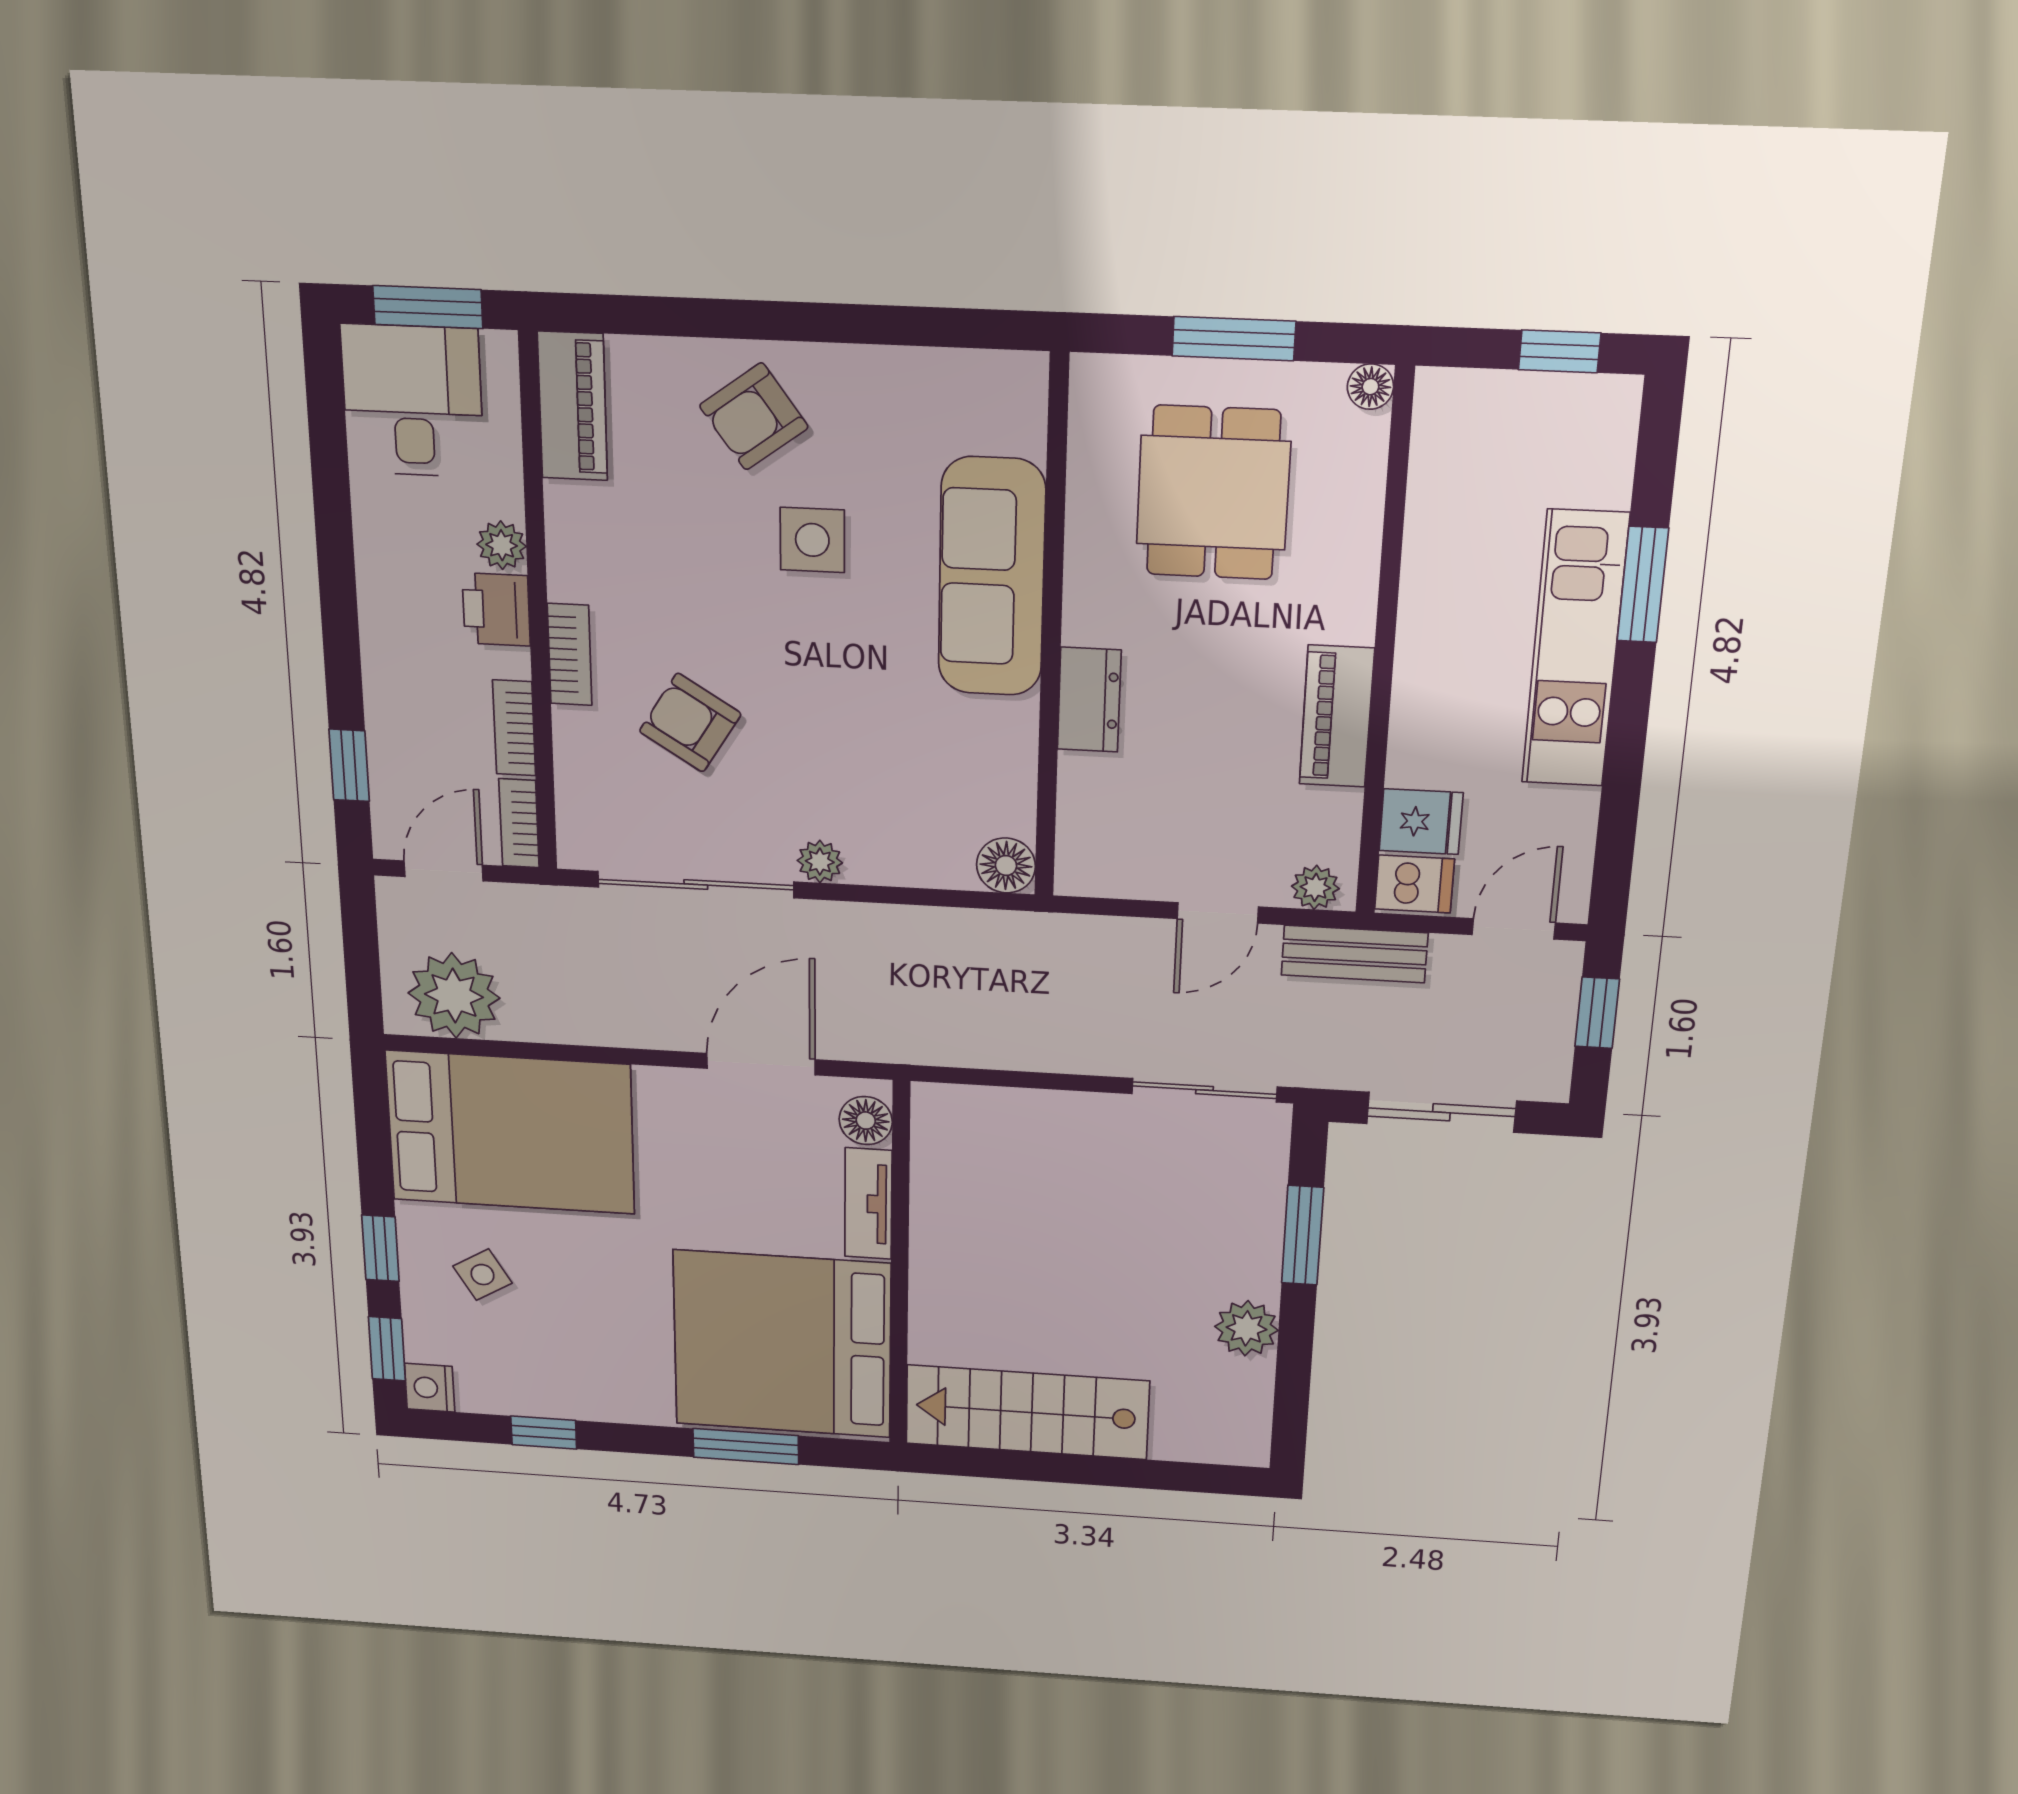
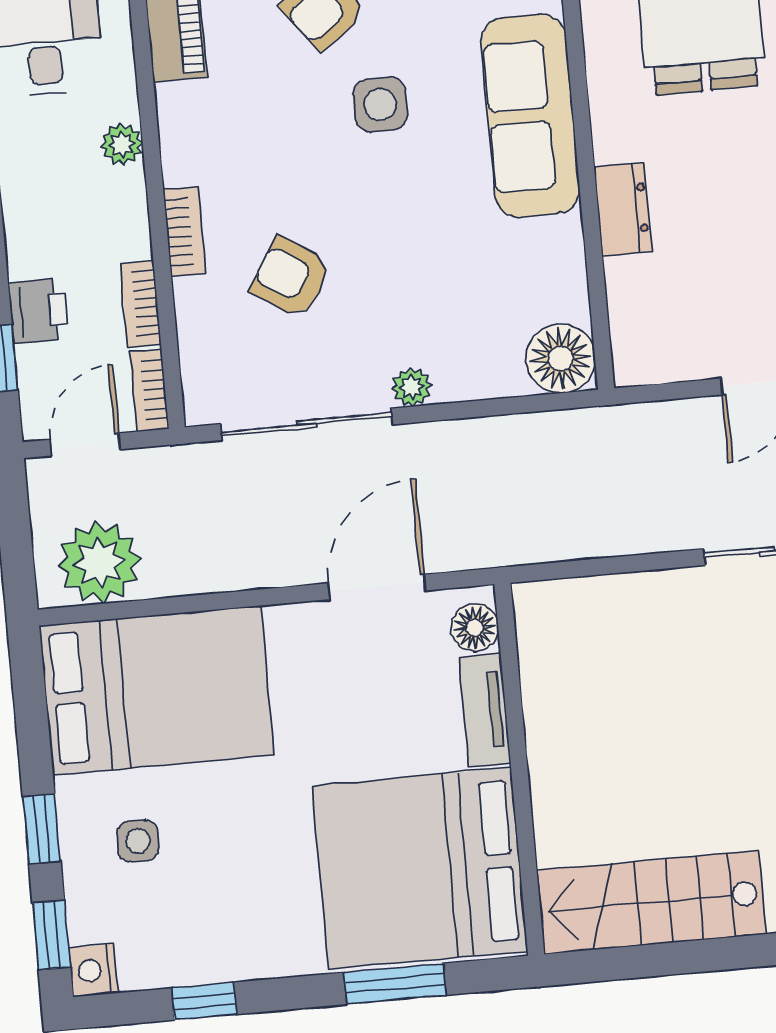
printer: (496, 609) -> (38, 311), moved, turned 180
floor lamp: (1006, 865) -> (561, 358), width x1.38, depth x1.38
side table: (483, 1275) -> (138, 841), turned 31

